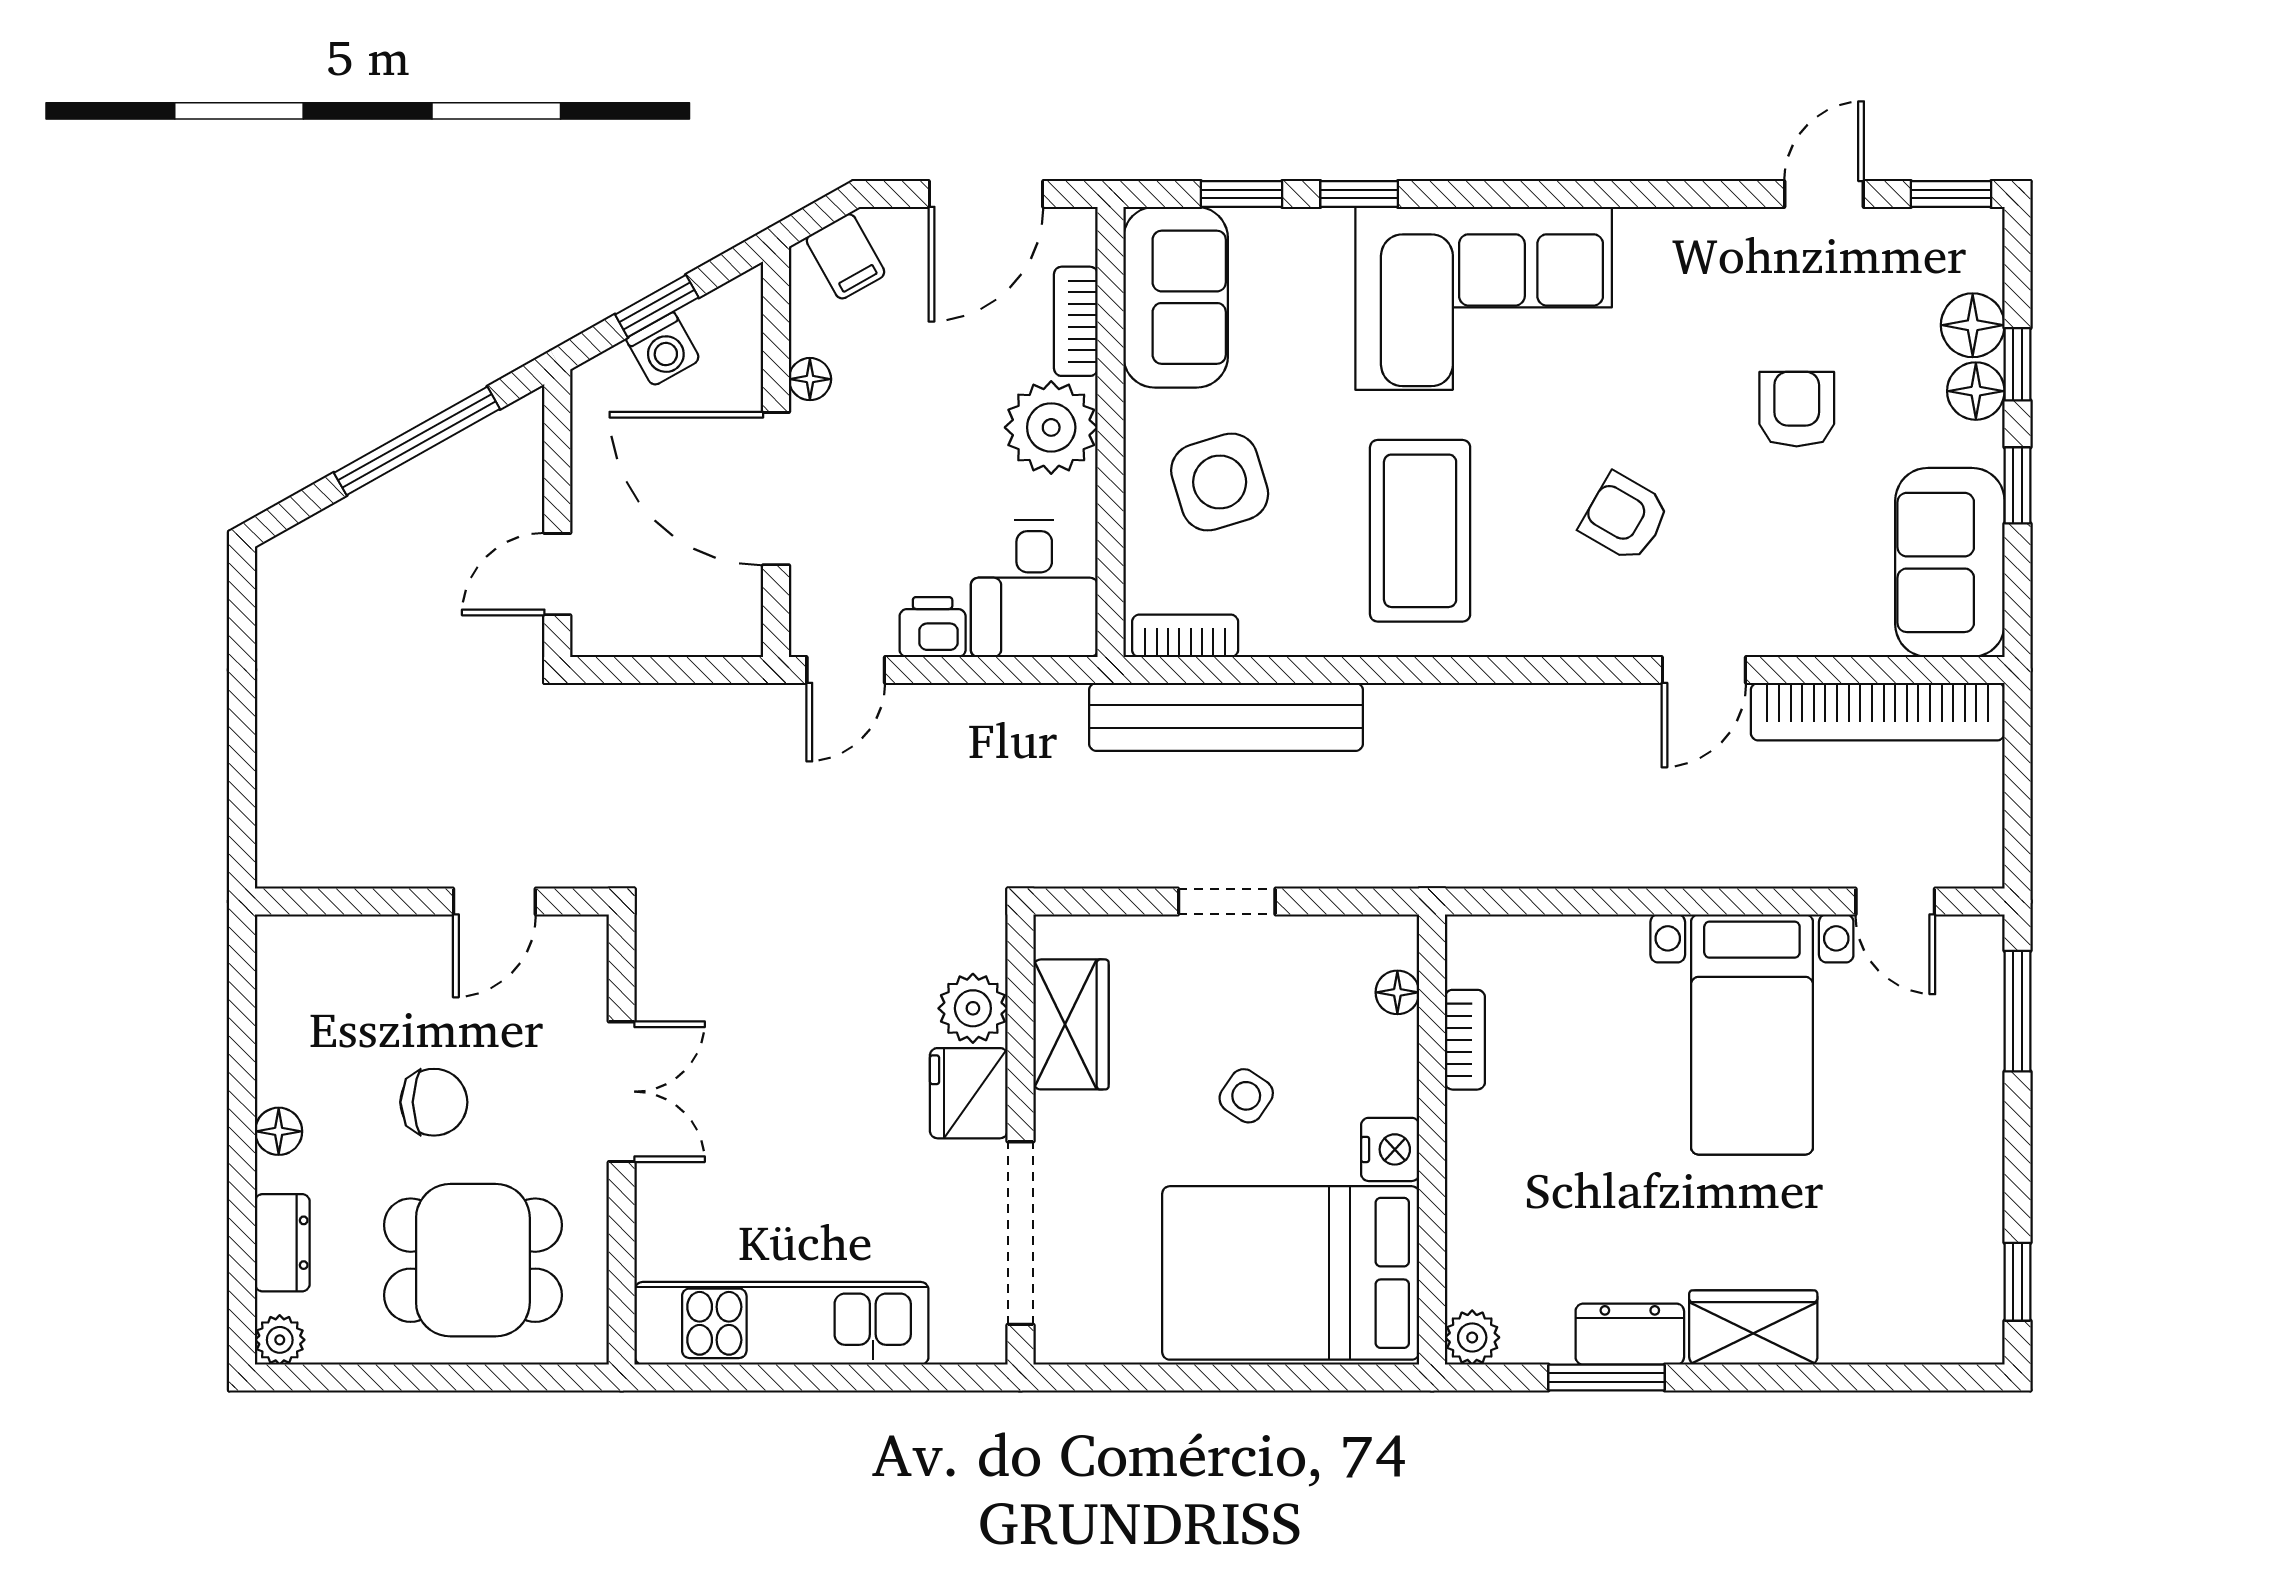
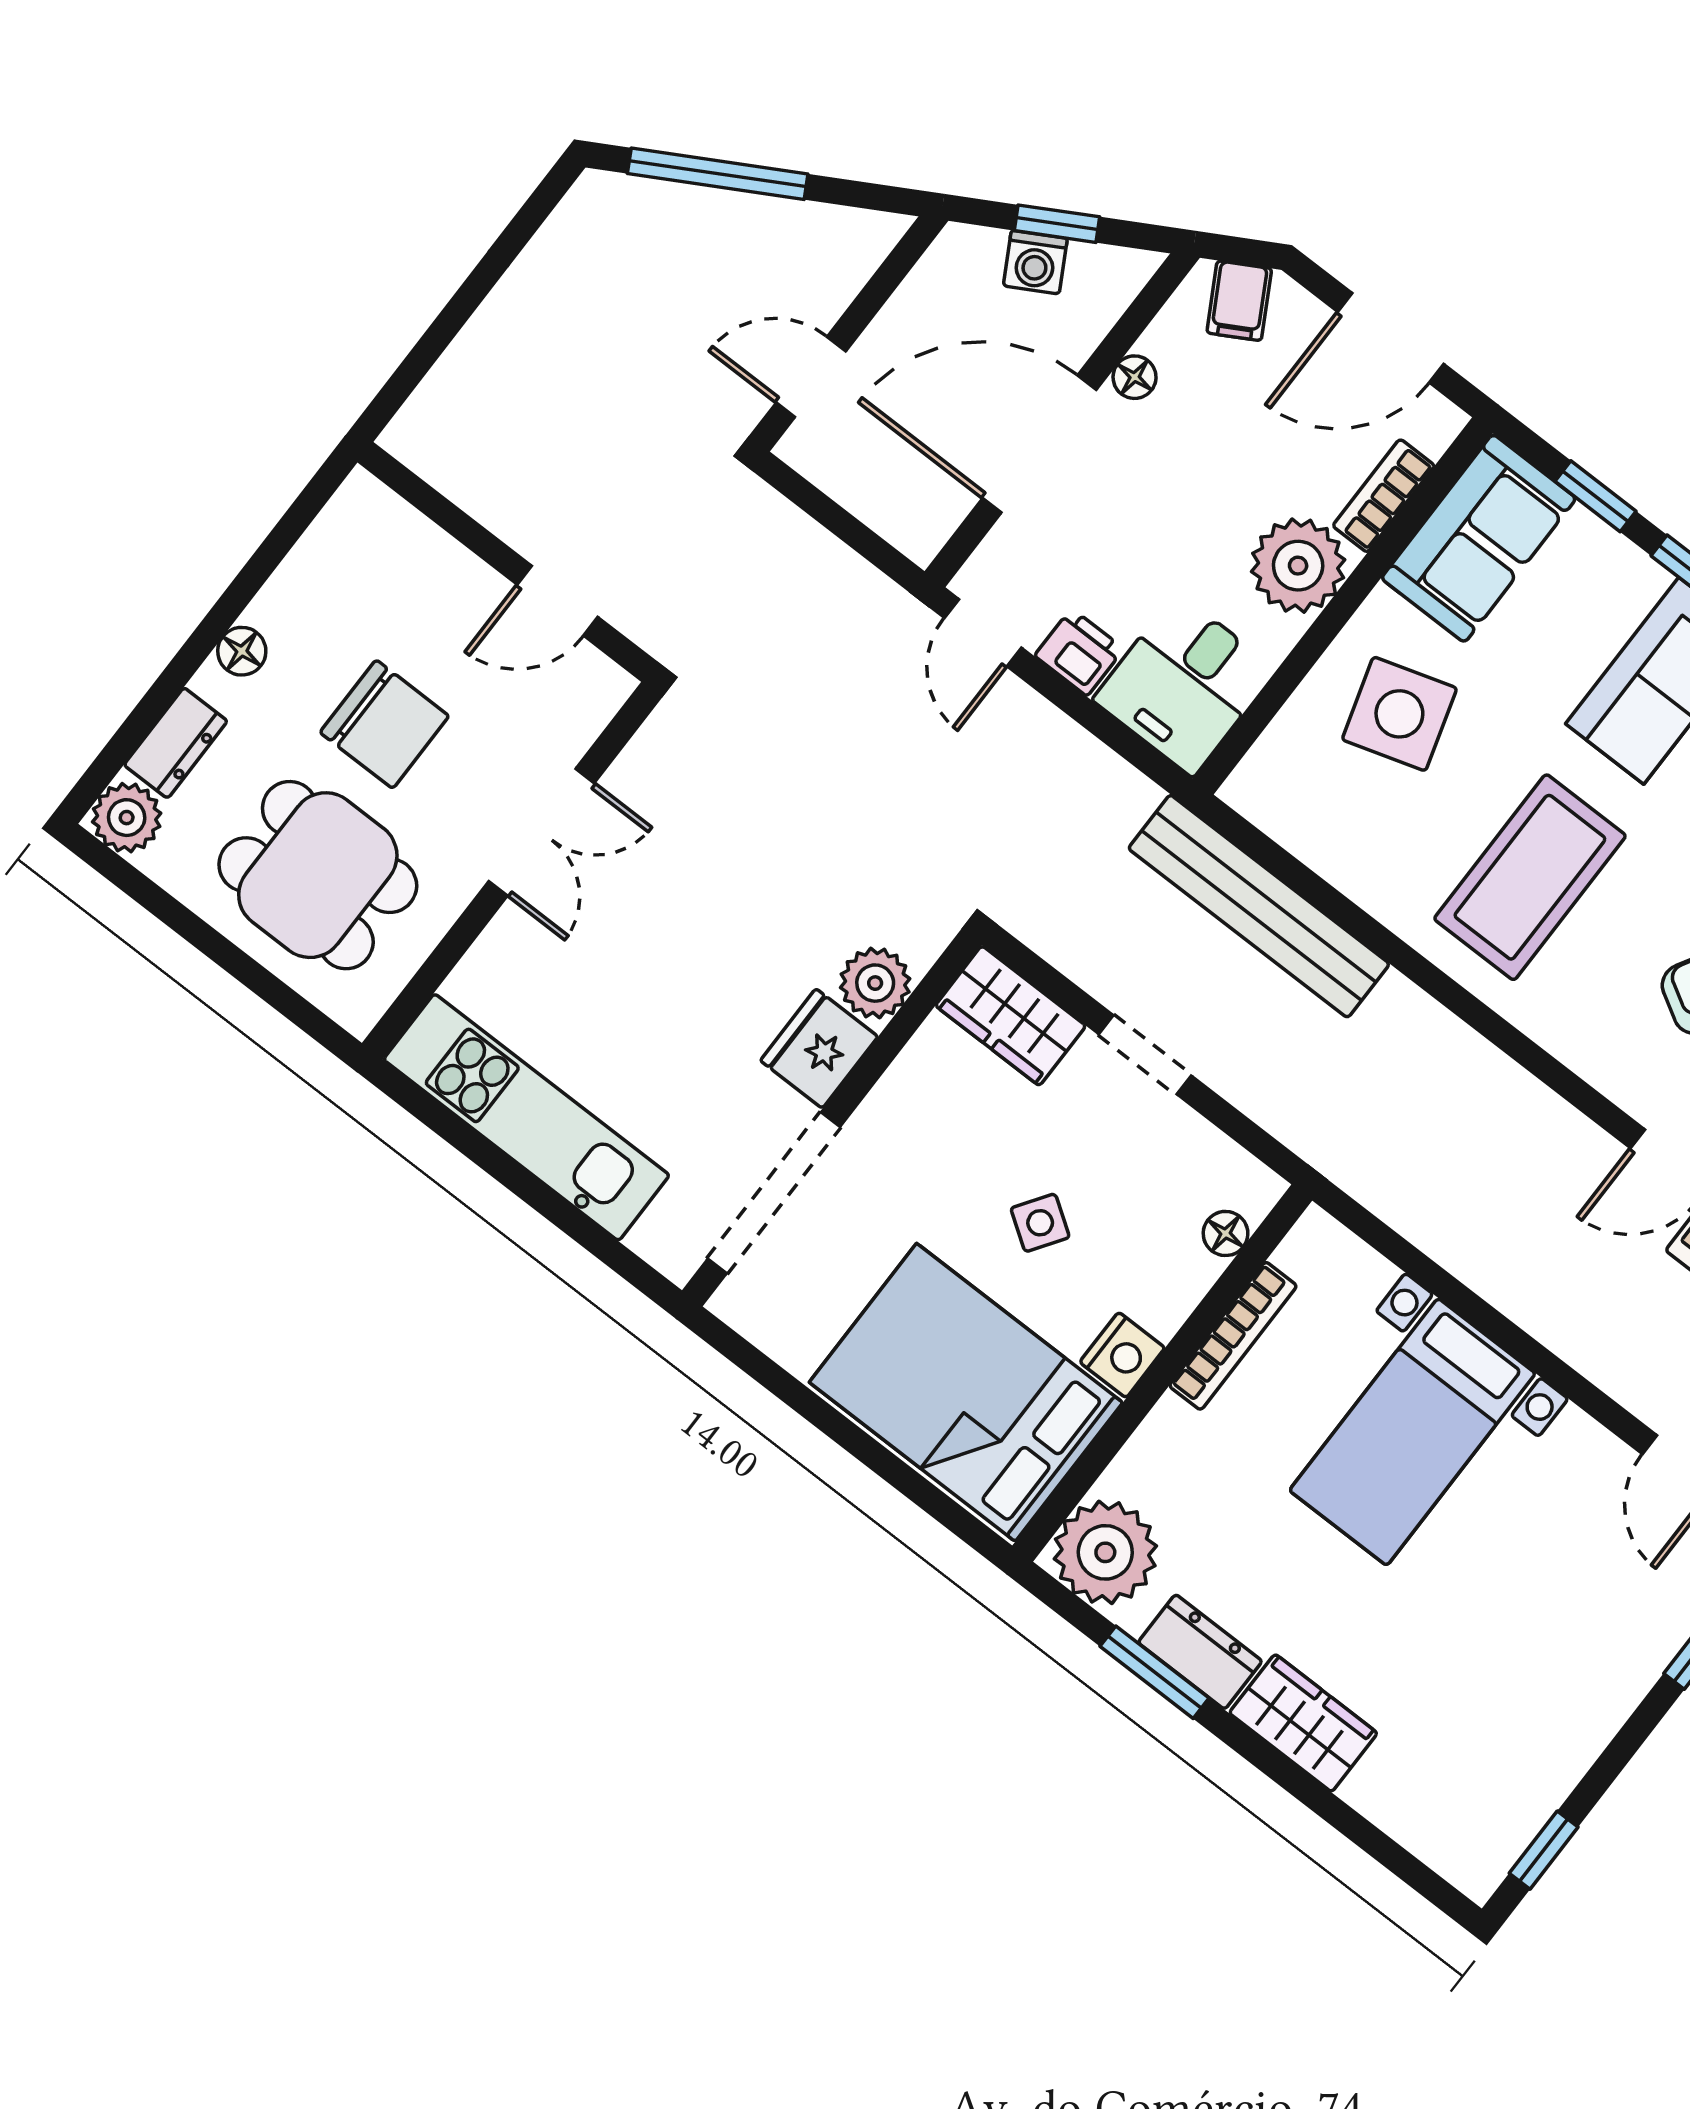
window: (417, 441) -> (718, 174), moved
door: (776, 489) -> (1039, 444), hinge flipped
bookcase: (1185, 636) -> (1276, 816), removed
door: (846, 670) -> (983, 633), hinge flipped
wardrobe: (1071, 1024) -> (1011, 1016), moved, turned 90
bed with nightstands: (1752, 1034) -> (1412, 1432), moved
bookcase: (1465, 1040) -> (1233, 1336), width x1.56
chair: (434, 1102) -> (384, 724), width x1.37, depth x1.37
plant: (1472, 1337) -> (1105, 1552), width x1.88, depth x1.88
plant: (280, 1340) -> (127, 818), width x1.38, depth x1.38

